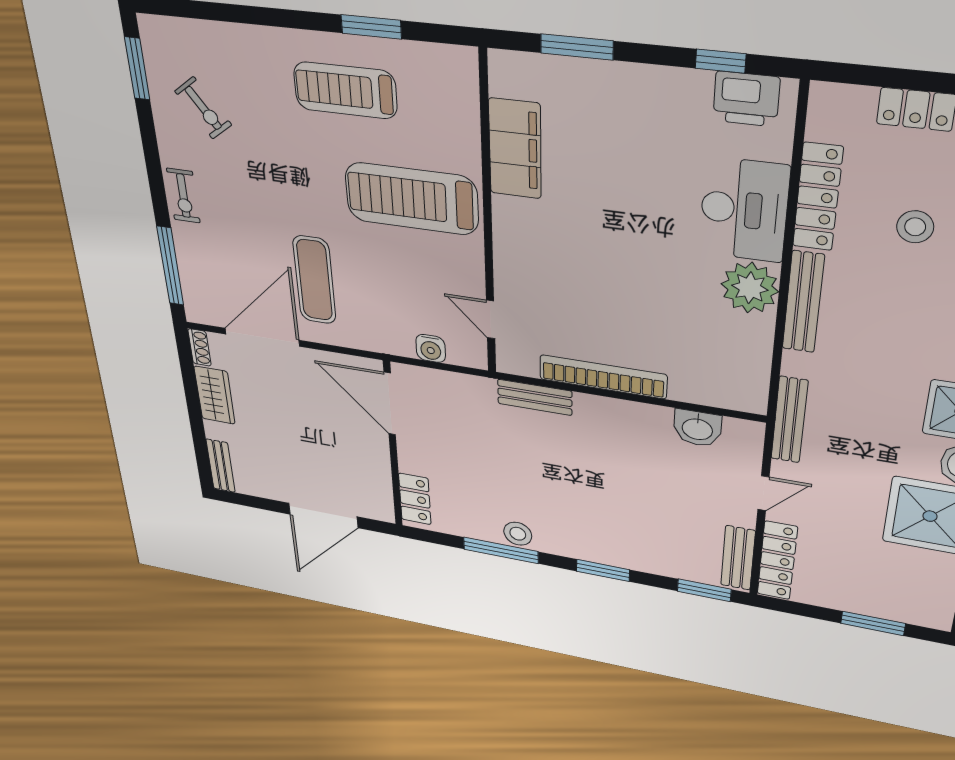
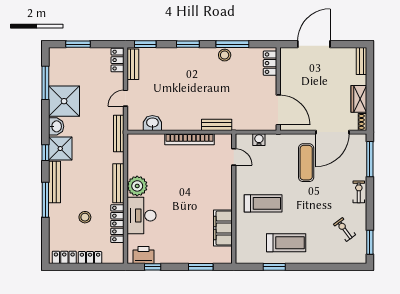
treadmill: (411, 199) -> (263, 203), width x0.73, depth x0.73
locker: (777, 561) -> (118, 60), width x0.66

